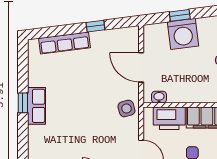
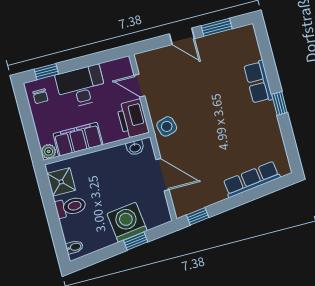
window: (95, 26) -> (198, 216), moved
row of seats: (36, 106) -> (258, 82), moved
printer: (169, 118) -> (133, 119), moved, turned -90

